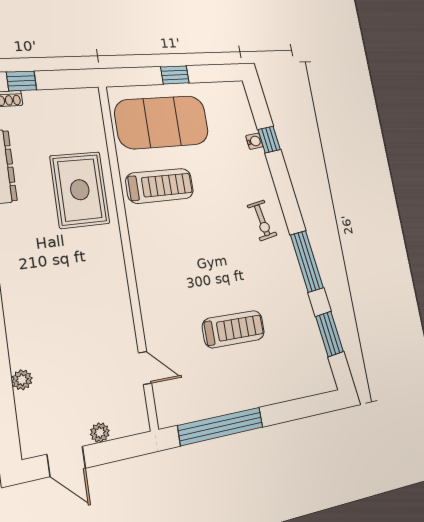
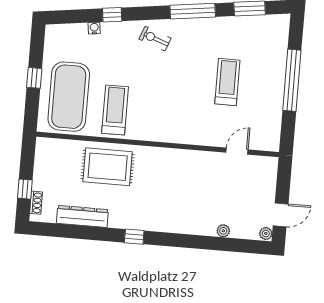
window: (269, 140) -> (112, 15), moved
exercise bike: (262, 220) -> (155, 39), turned -149
window: (221, 426) -> (292, 80), moved
plant: (100, 433) -> (266, 233), moved

